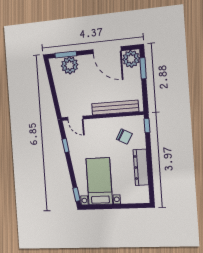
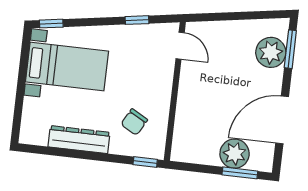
plant: (131, 59) -> (235, 154), moved
bench: (115, 108) -> (185, 116), removed
door: (75, 118) -> (180, 46), swing flipped

